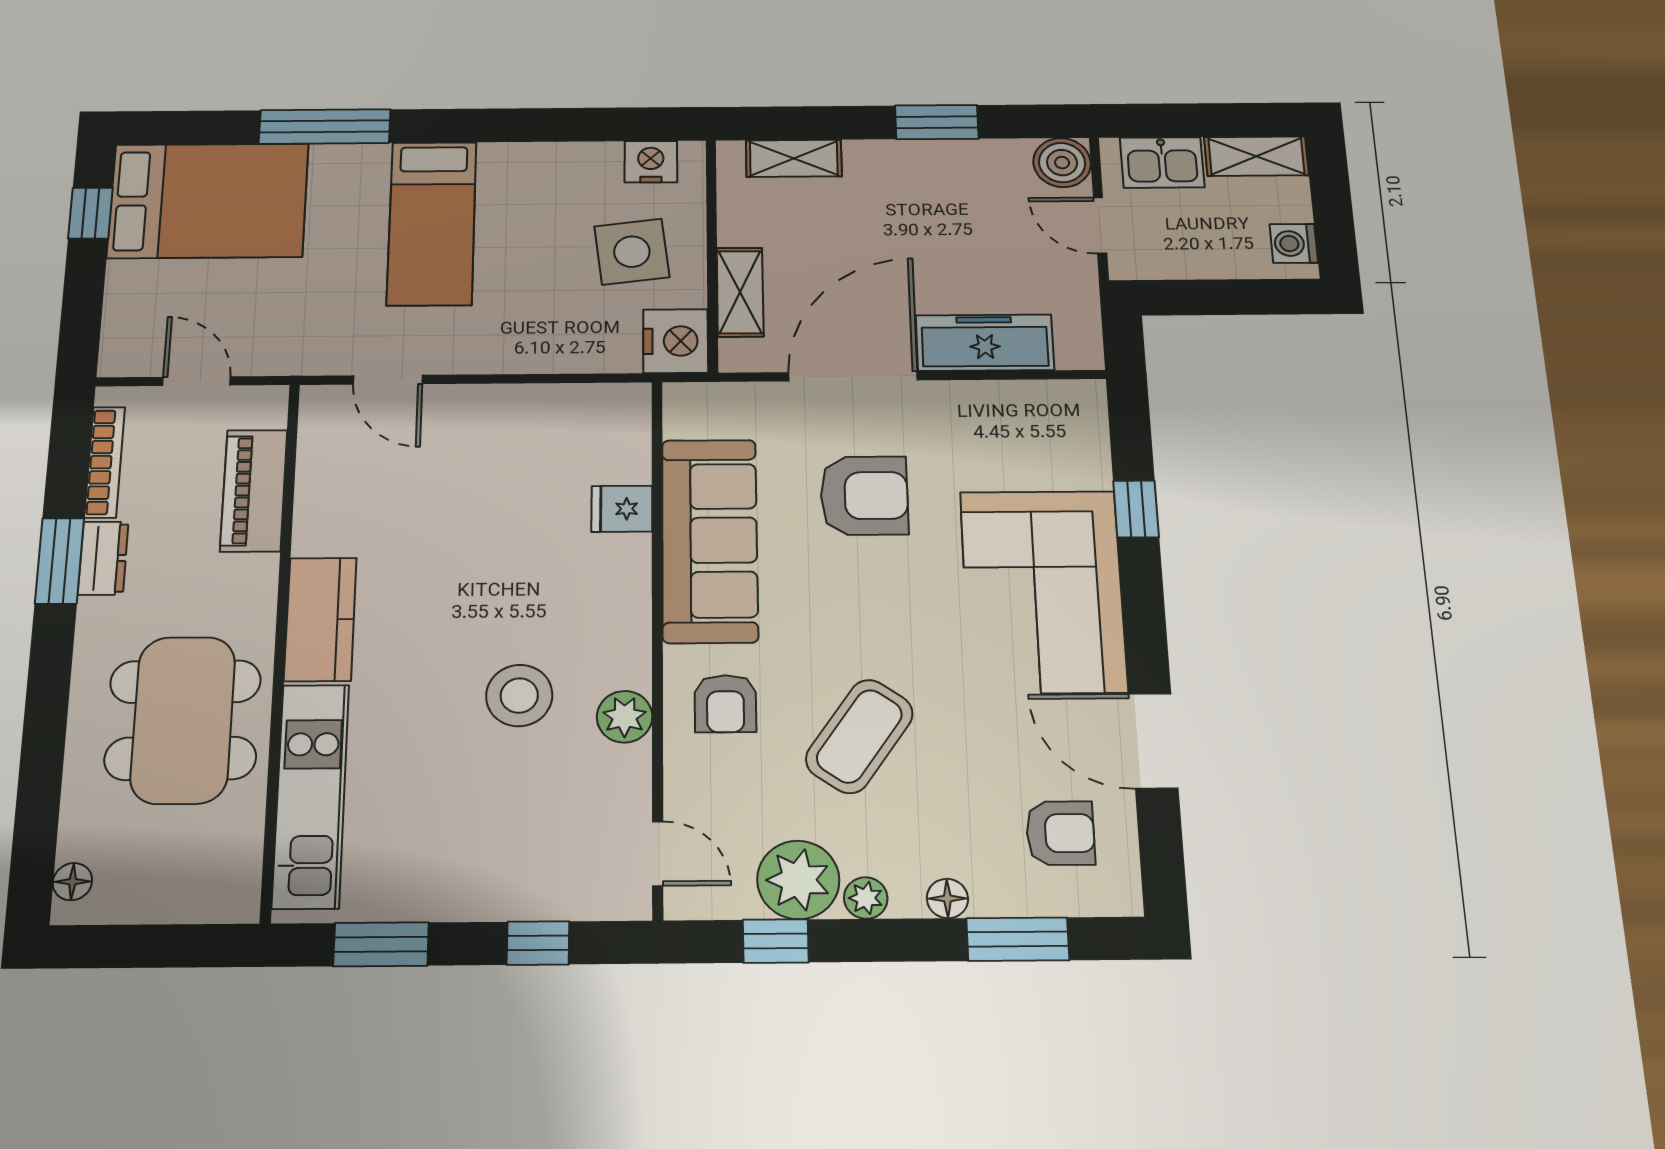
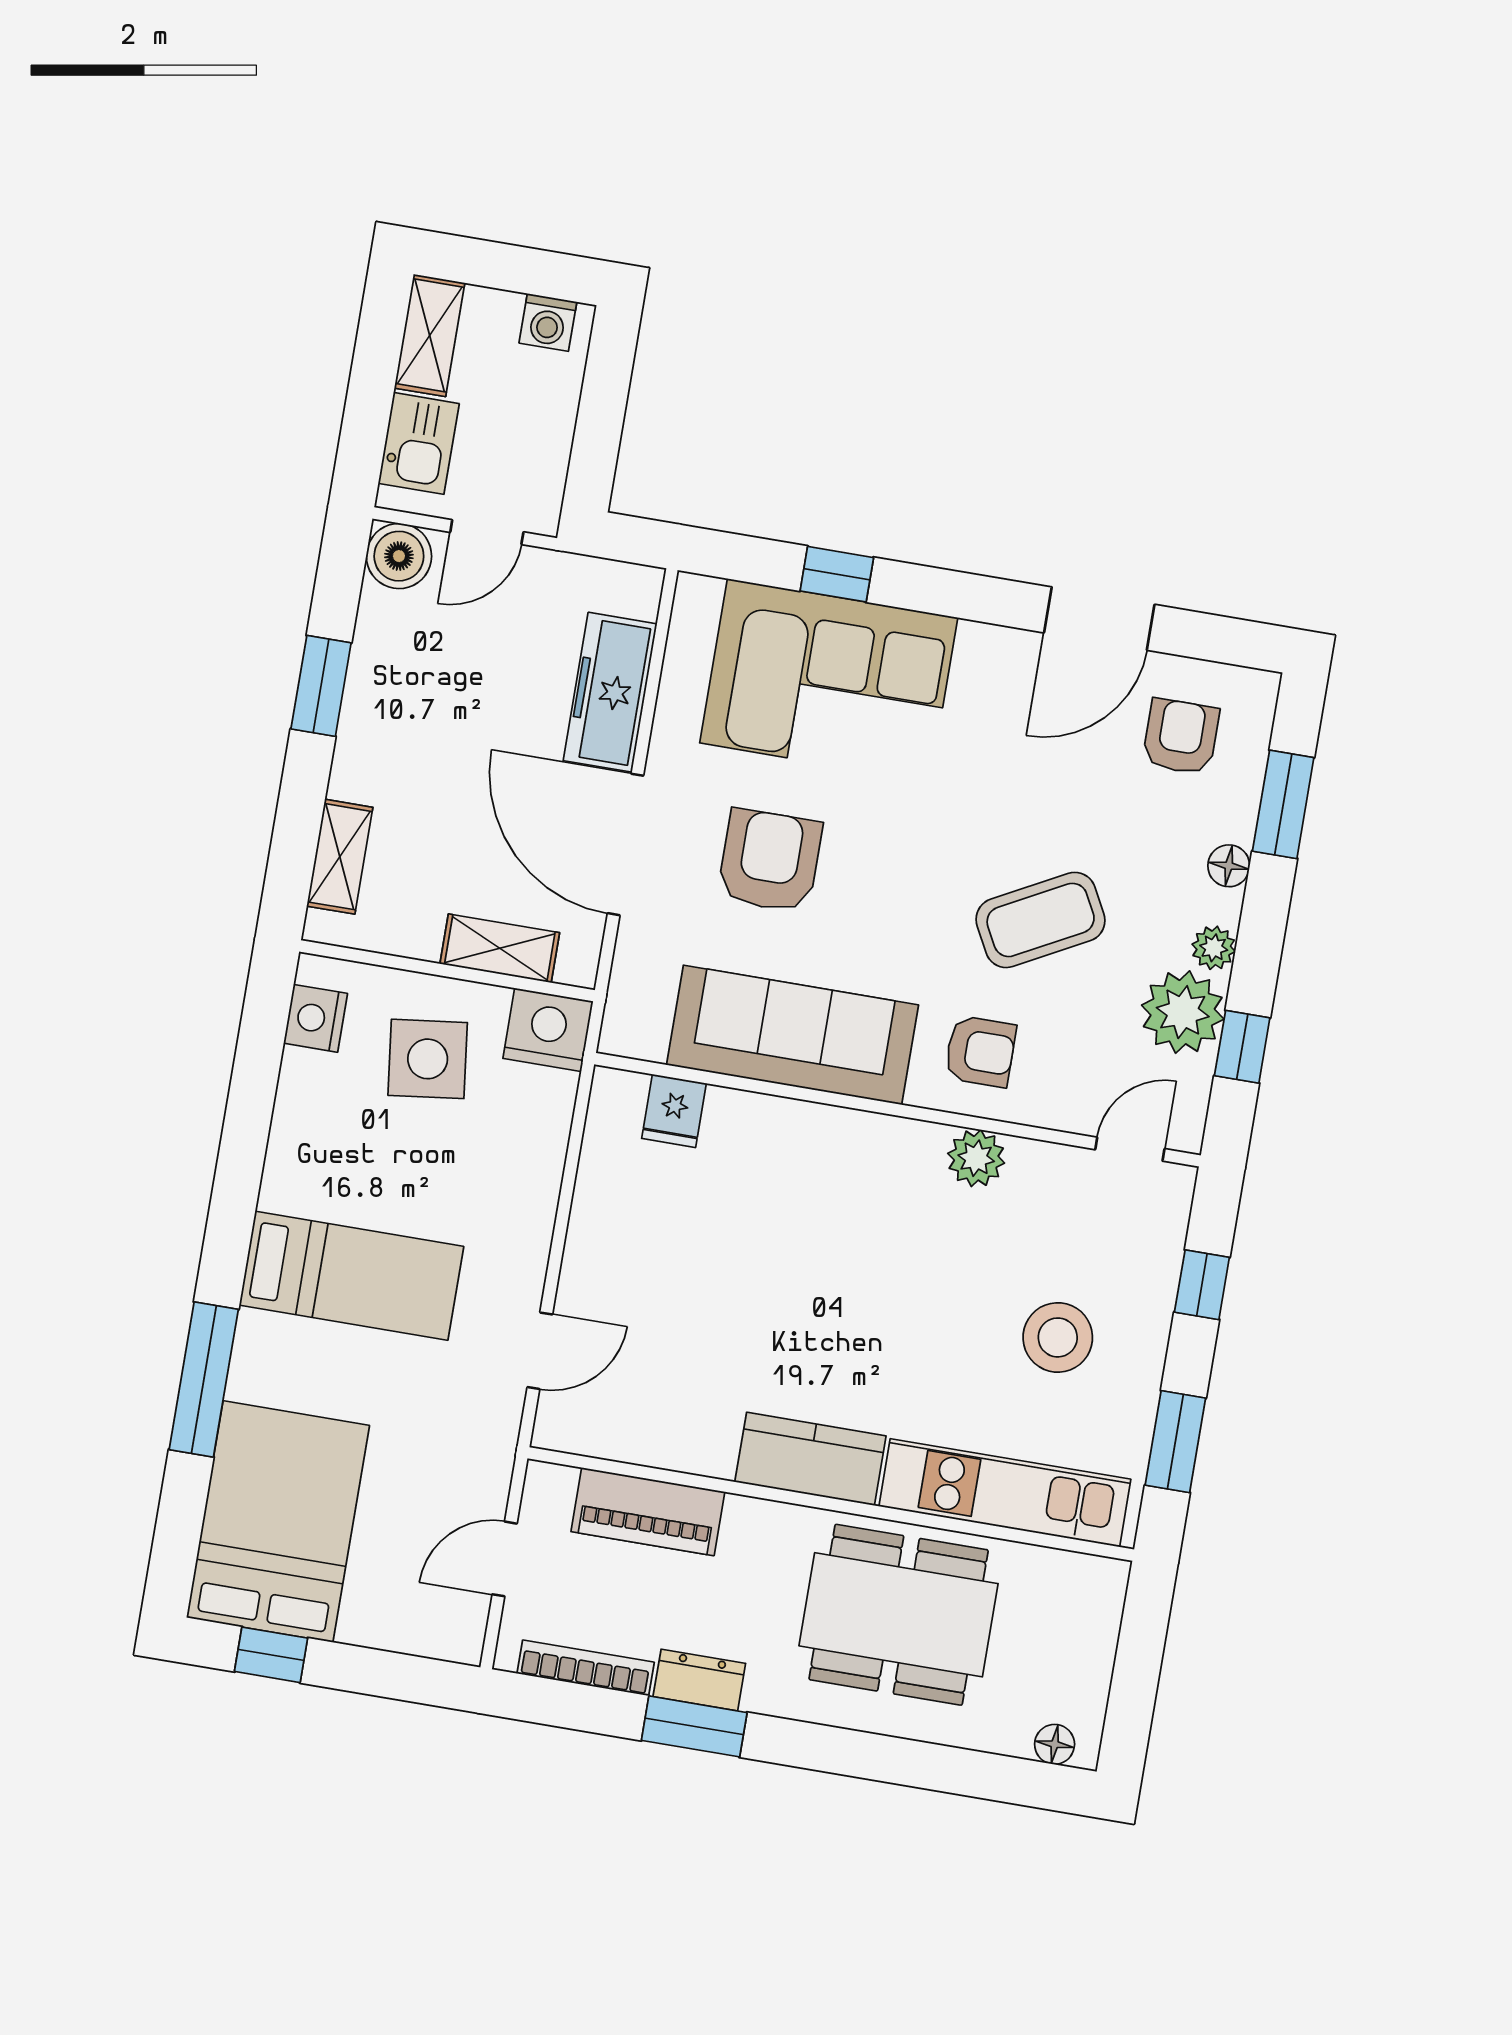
fridge: (622, 509) -> (674, 1111), moved
corner sofa: (1043, 591) -> (829, 680), moved
stool: (519, 696) -> (1058, 1337), moved
coffee table: (859, 736) -> (1041, 920), turned -63

